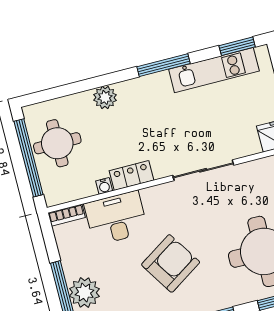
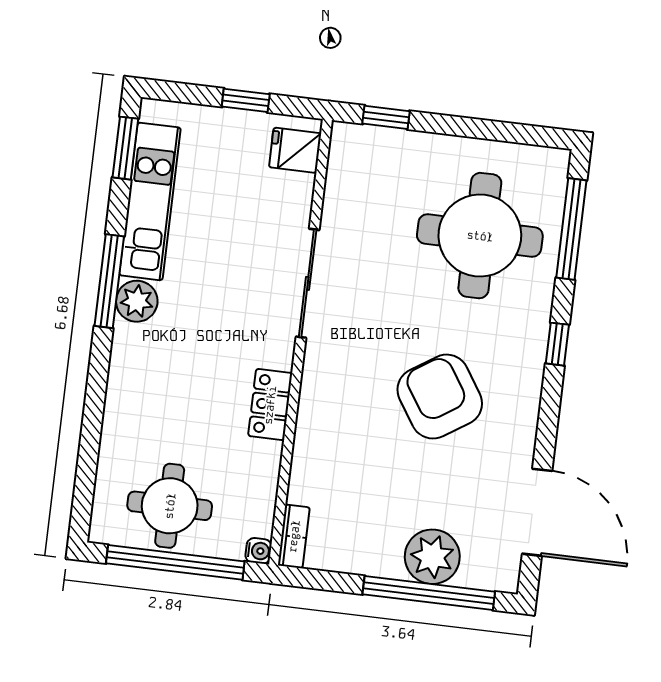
plant: (105, 97) -> (137, 301), moved
water cooler: (104, 186) -> (258, 551), moved
desk: (116, 218) -> (330, 457), removed

